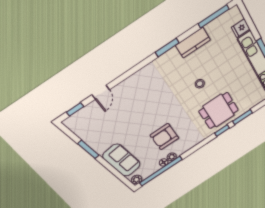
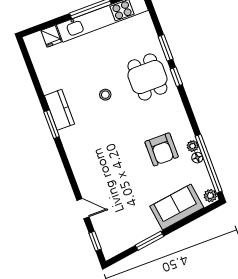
window: (214, 16) -> (30, 66), removed
kitchen counter: (193, 43) -> (59, 110), moved

